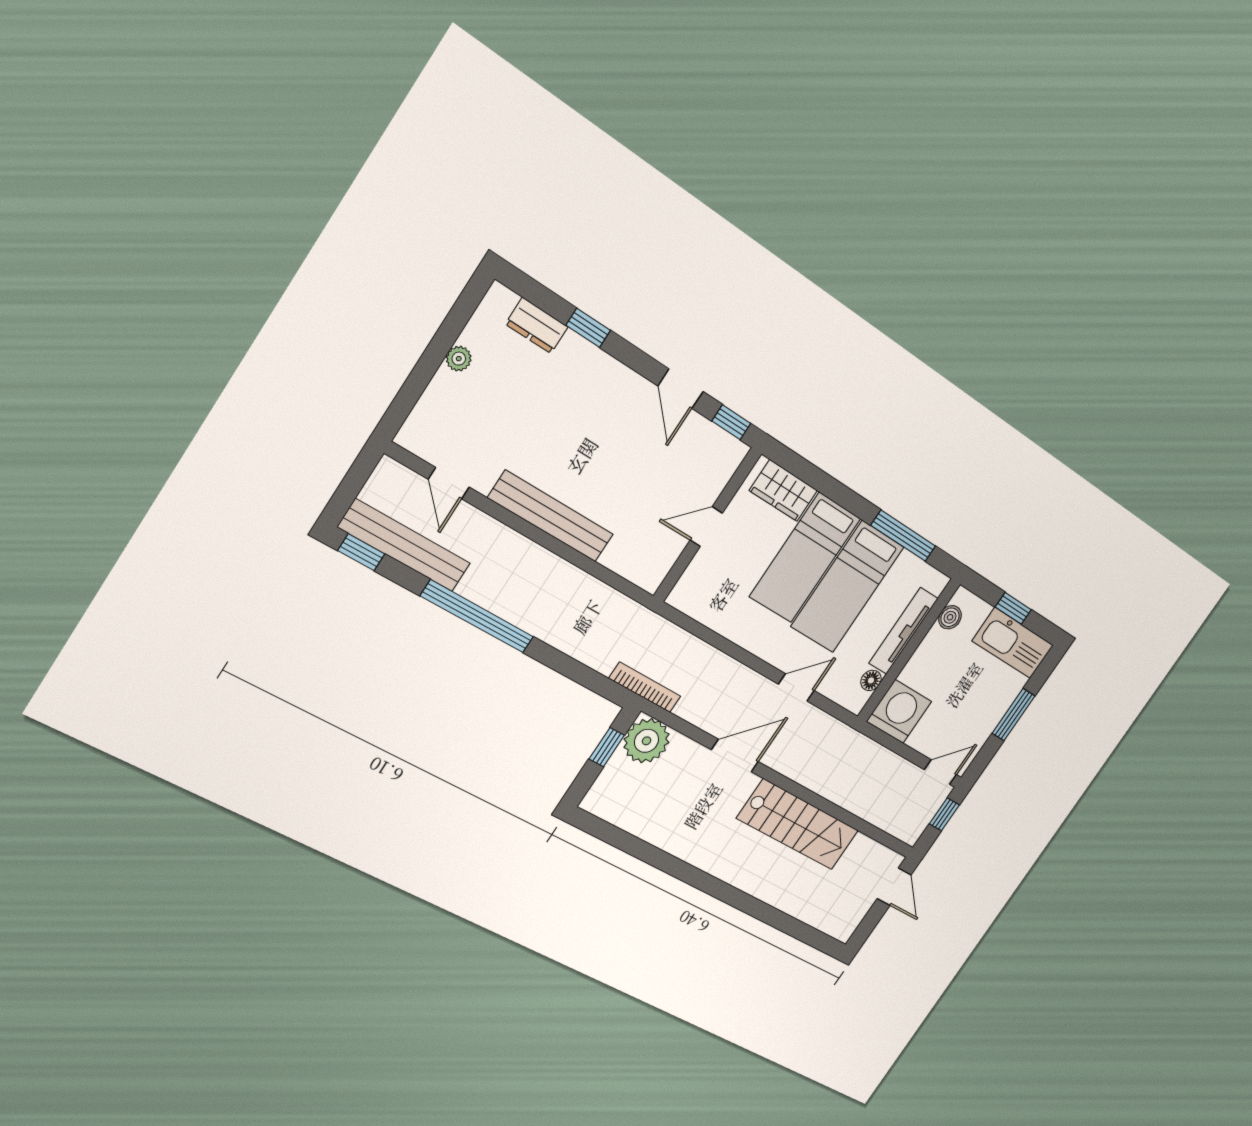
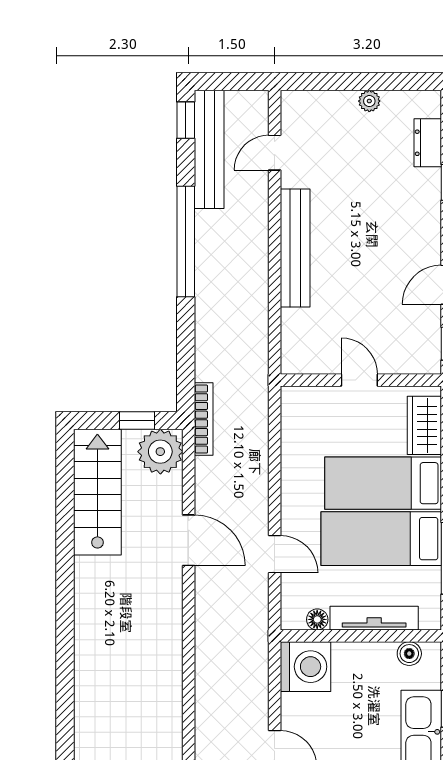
stairs: (798, 824) -> (97, 492), moved, turned 180

